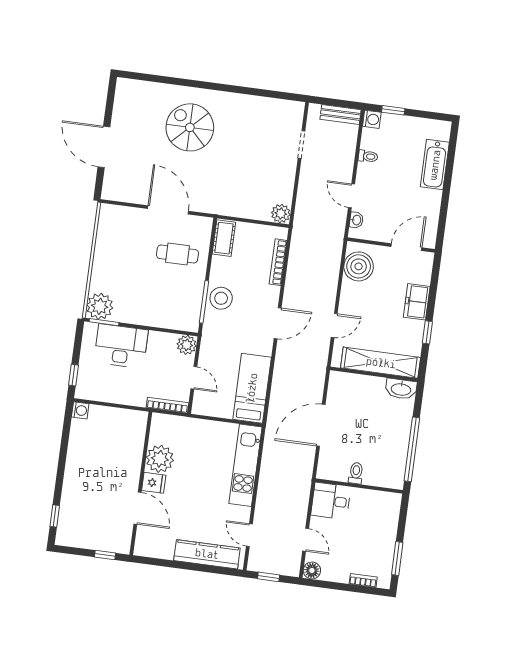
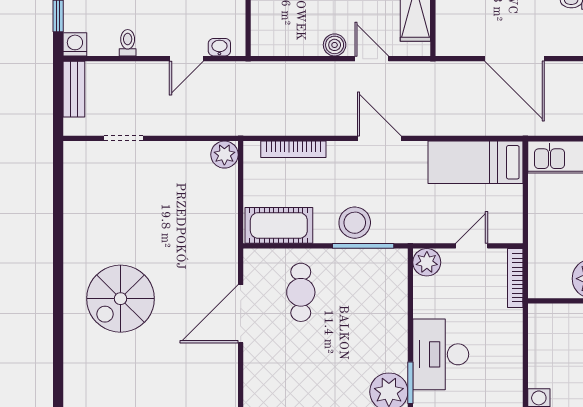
cot: (224, 238) -> (279, 225), width x1.37, depth x1.34
boiler: (359, 266) -> (335, 45), moved, width x0.54, depth x0.54

